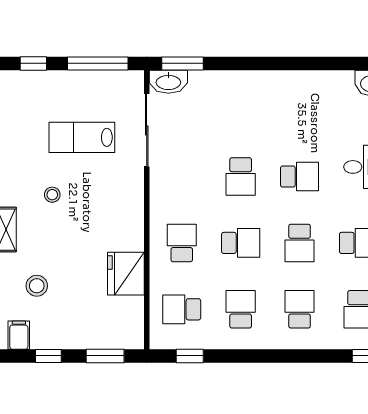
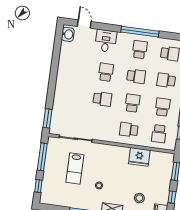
washbasin: (168, 82) -> (55, 126), removed
school desk: (241, 309) -> (163, 107), turned 90

